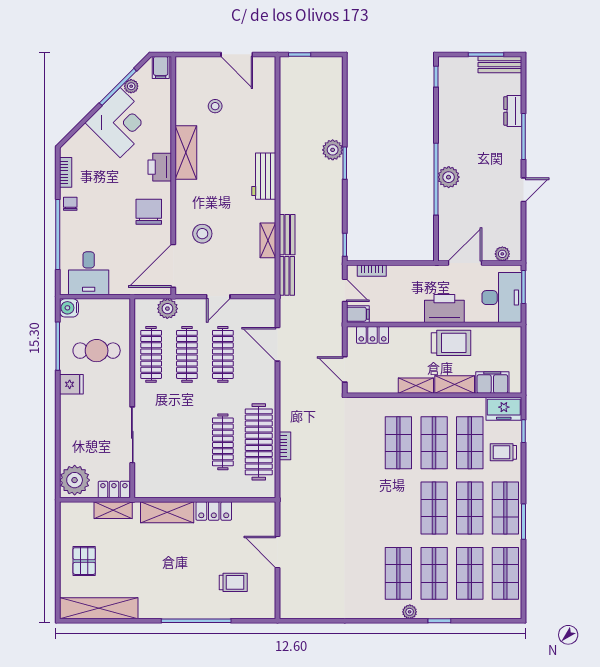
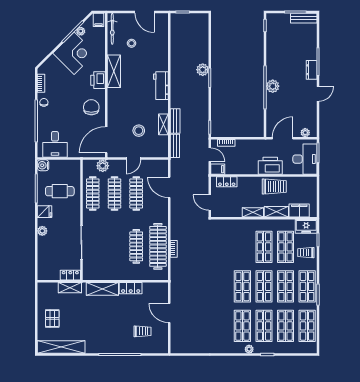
bicycle: (183, 82) -> (112, 29), added
dresser: (513, 111) -> (312, 70), moved
stool: (202, 234) -> (139, 131), moved
shop shelf: (398, 443) -> (242, 286), moved
plant: (75, 480) -> (42, 231), moved, width x0.53, depth x0.53

